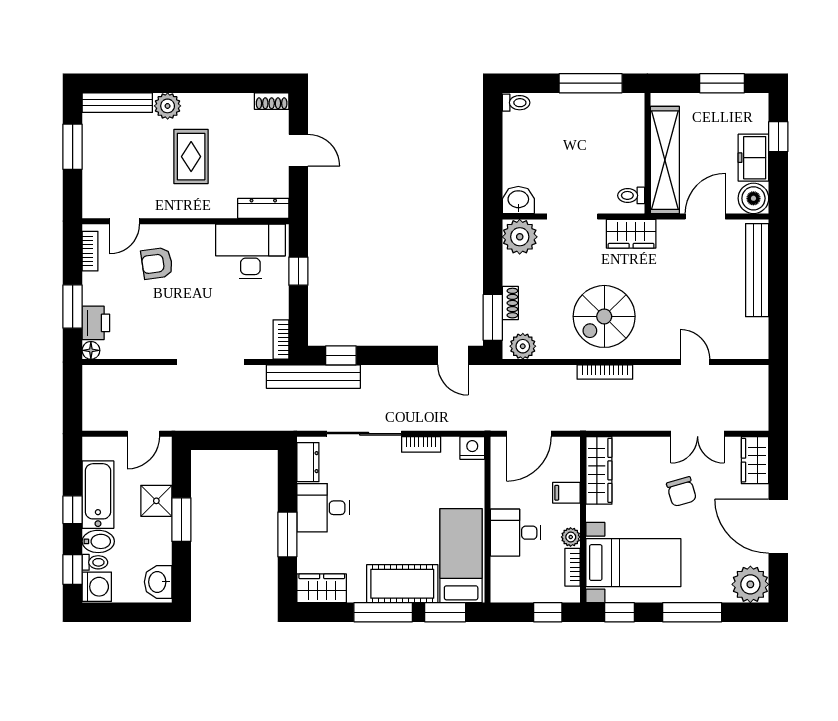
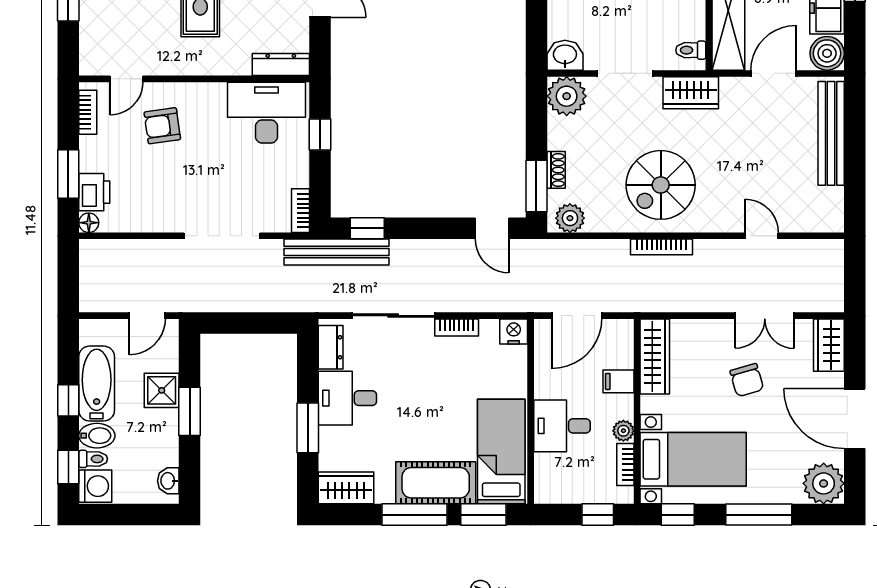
washbasin: (158, 582) -> (168, 481), width x0.72, depth x0.69

